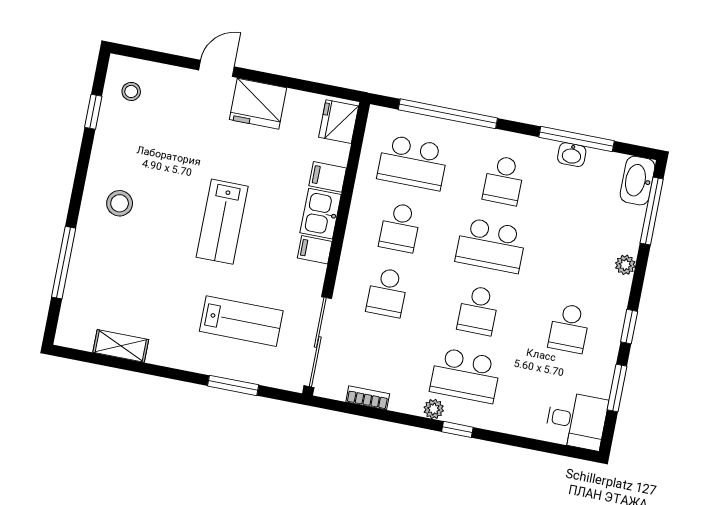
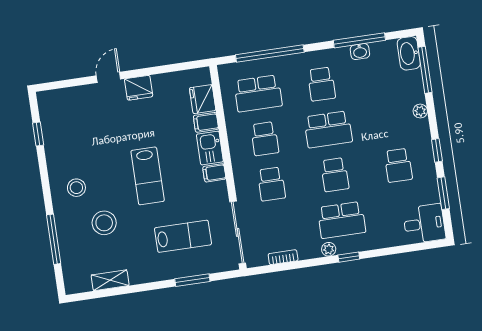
stool: (131, 91) -> (104, 223), moved, width x1.89, depth x1.89
fridge: (258, 104) -> (139, 88), width x0.73, depth x0.75
fridge: (339, 122) -> (203, 99), moved

